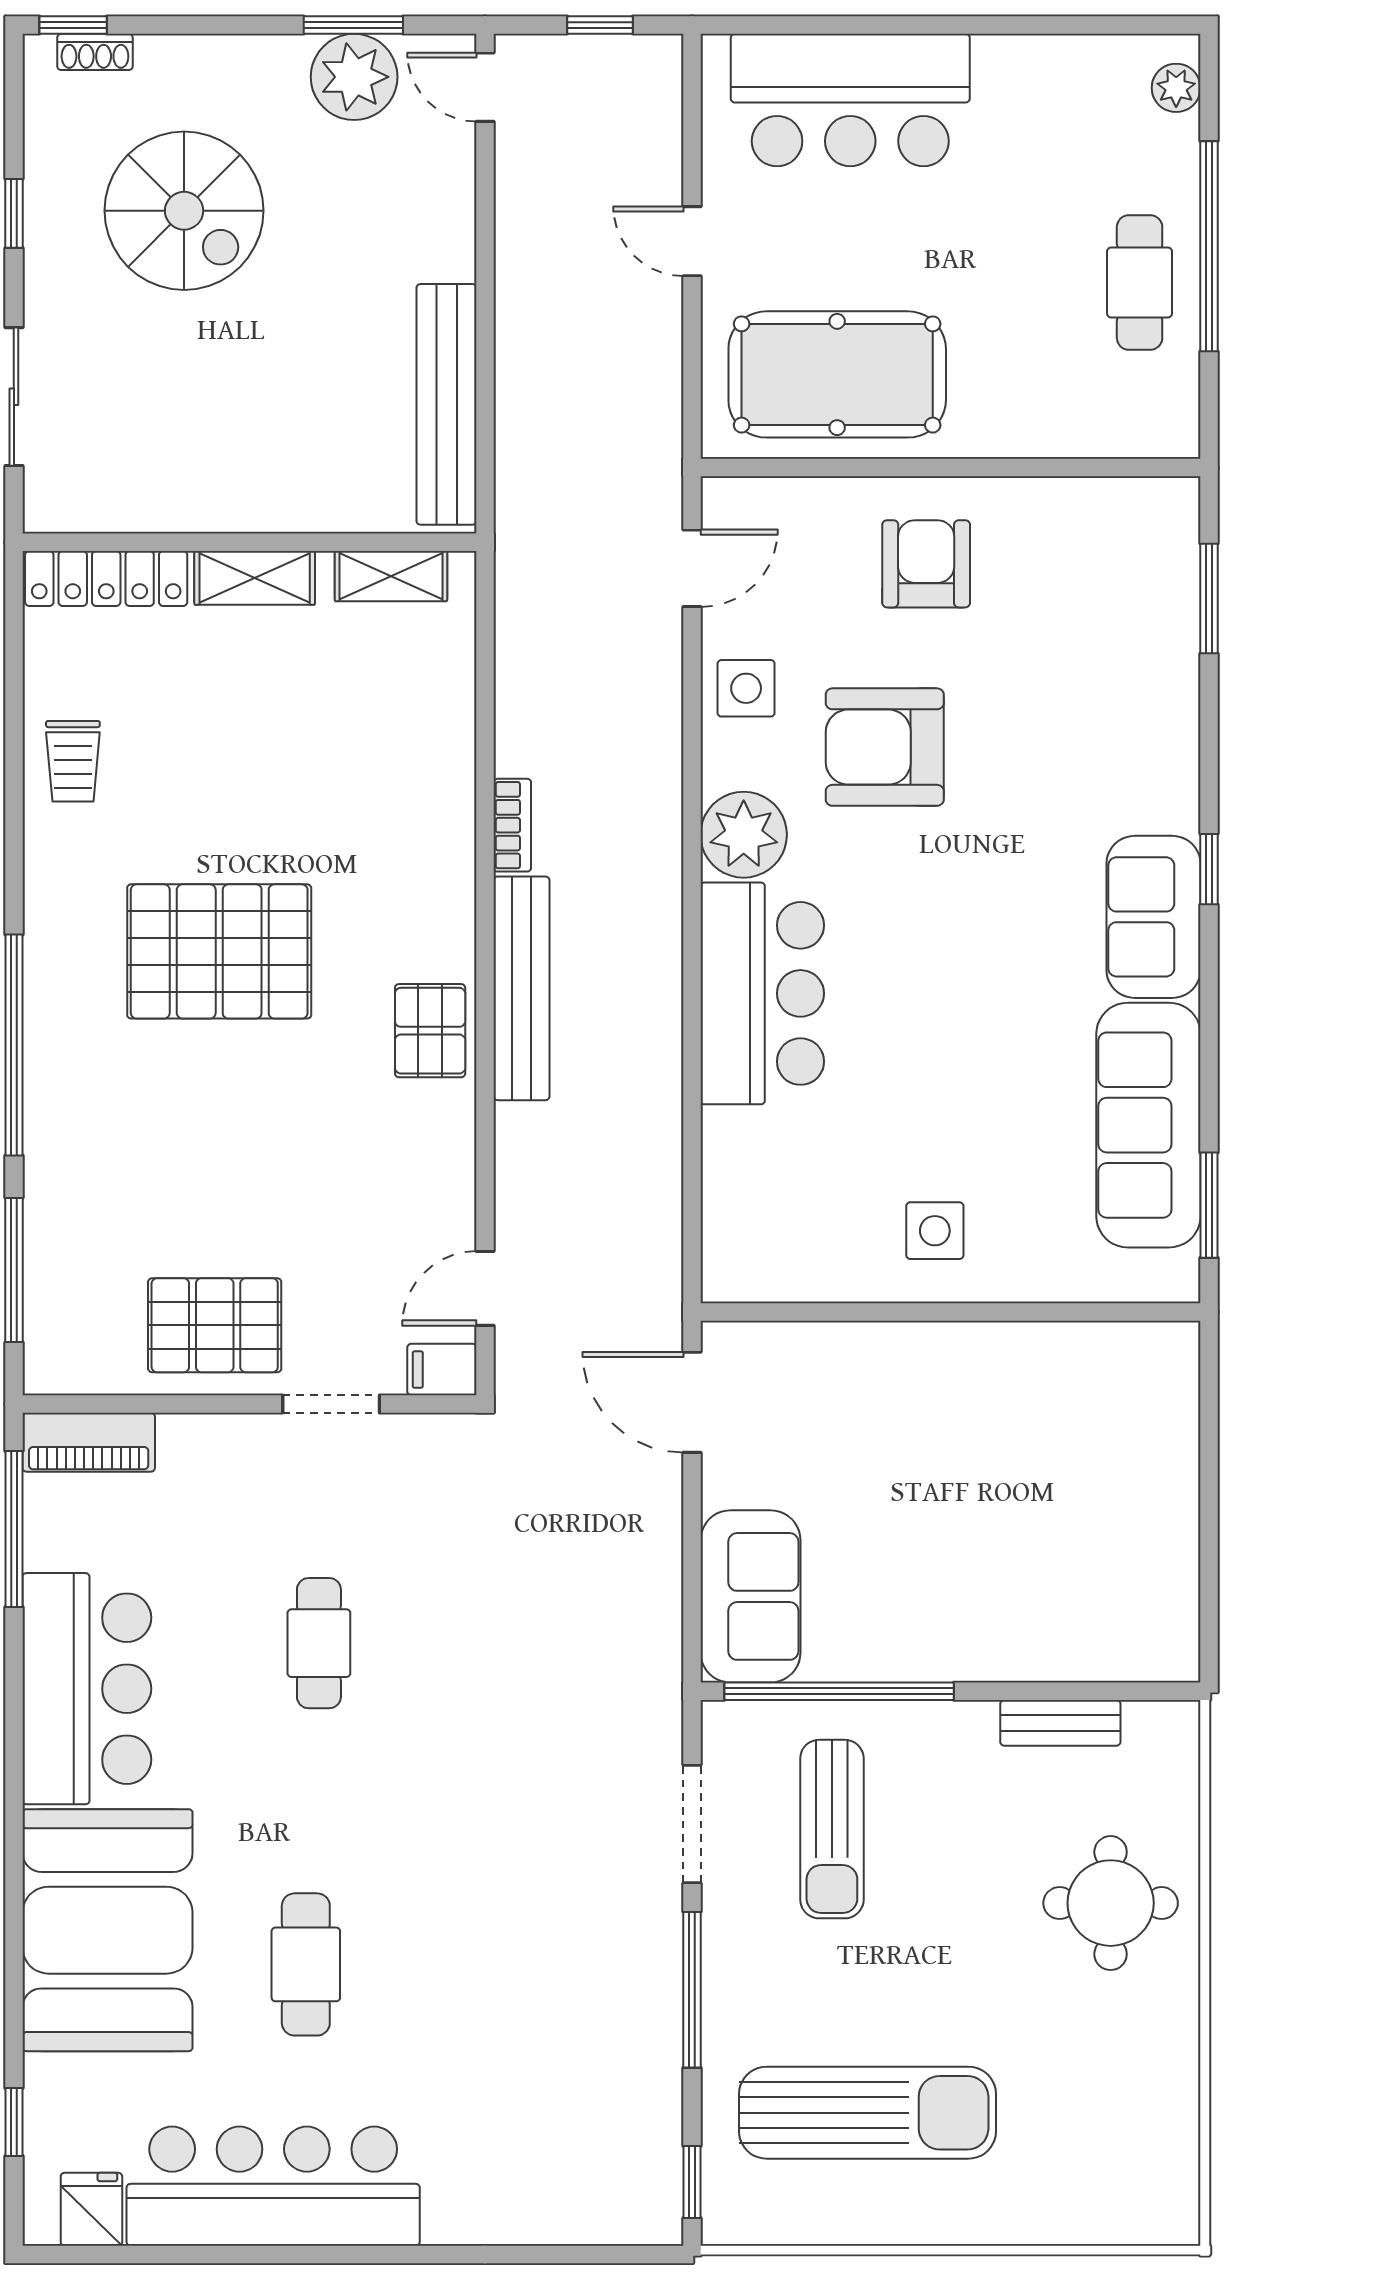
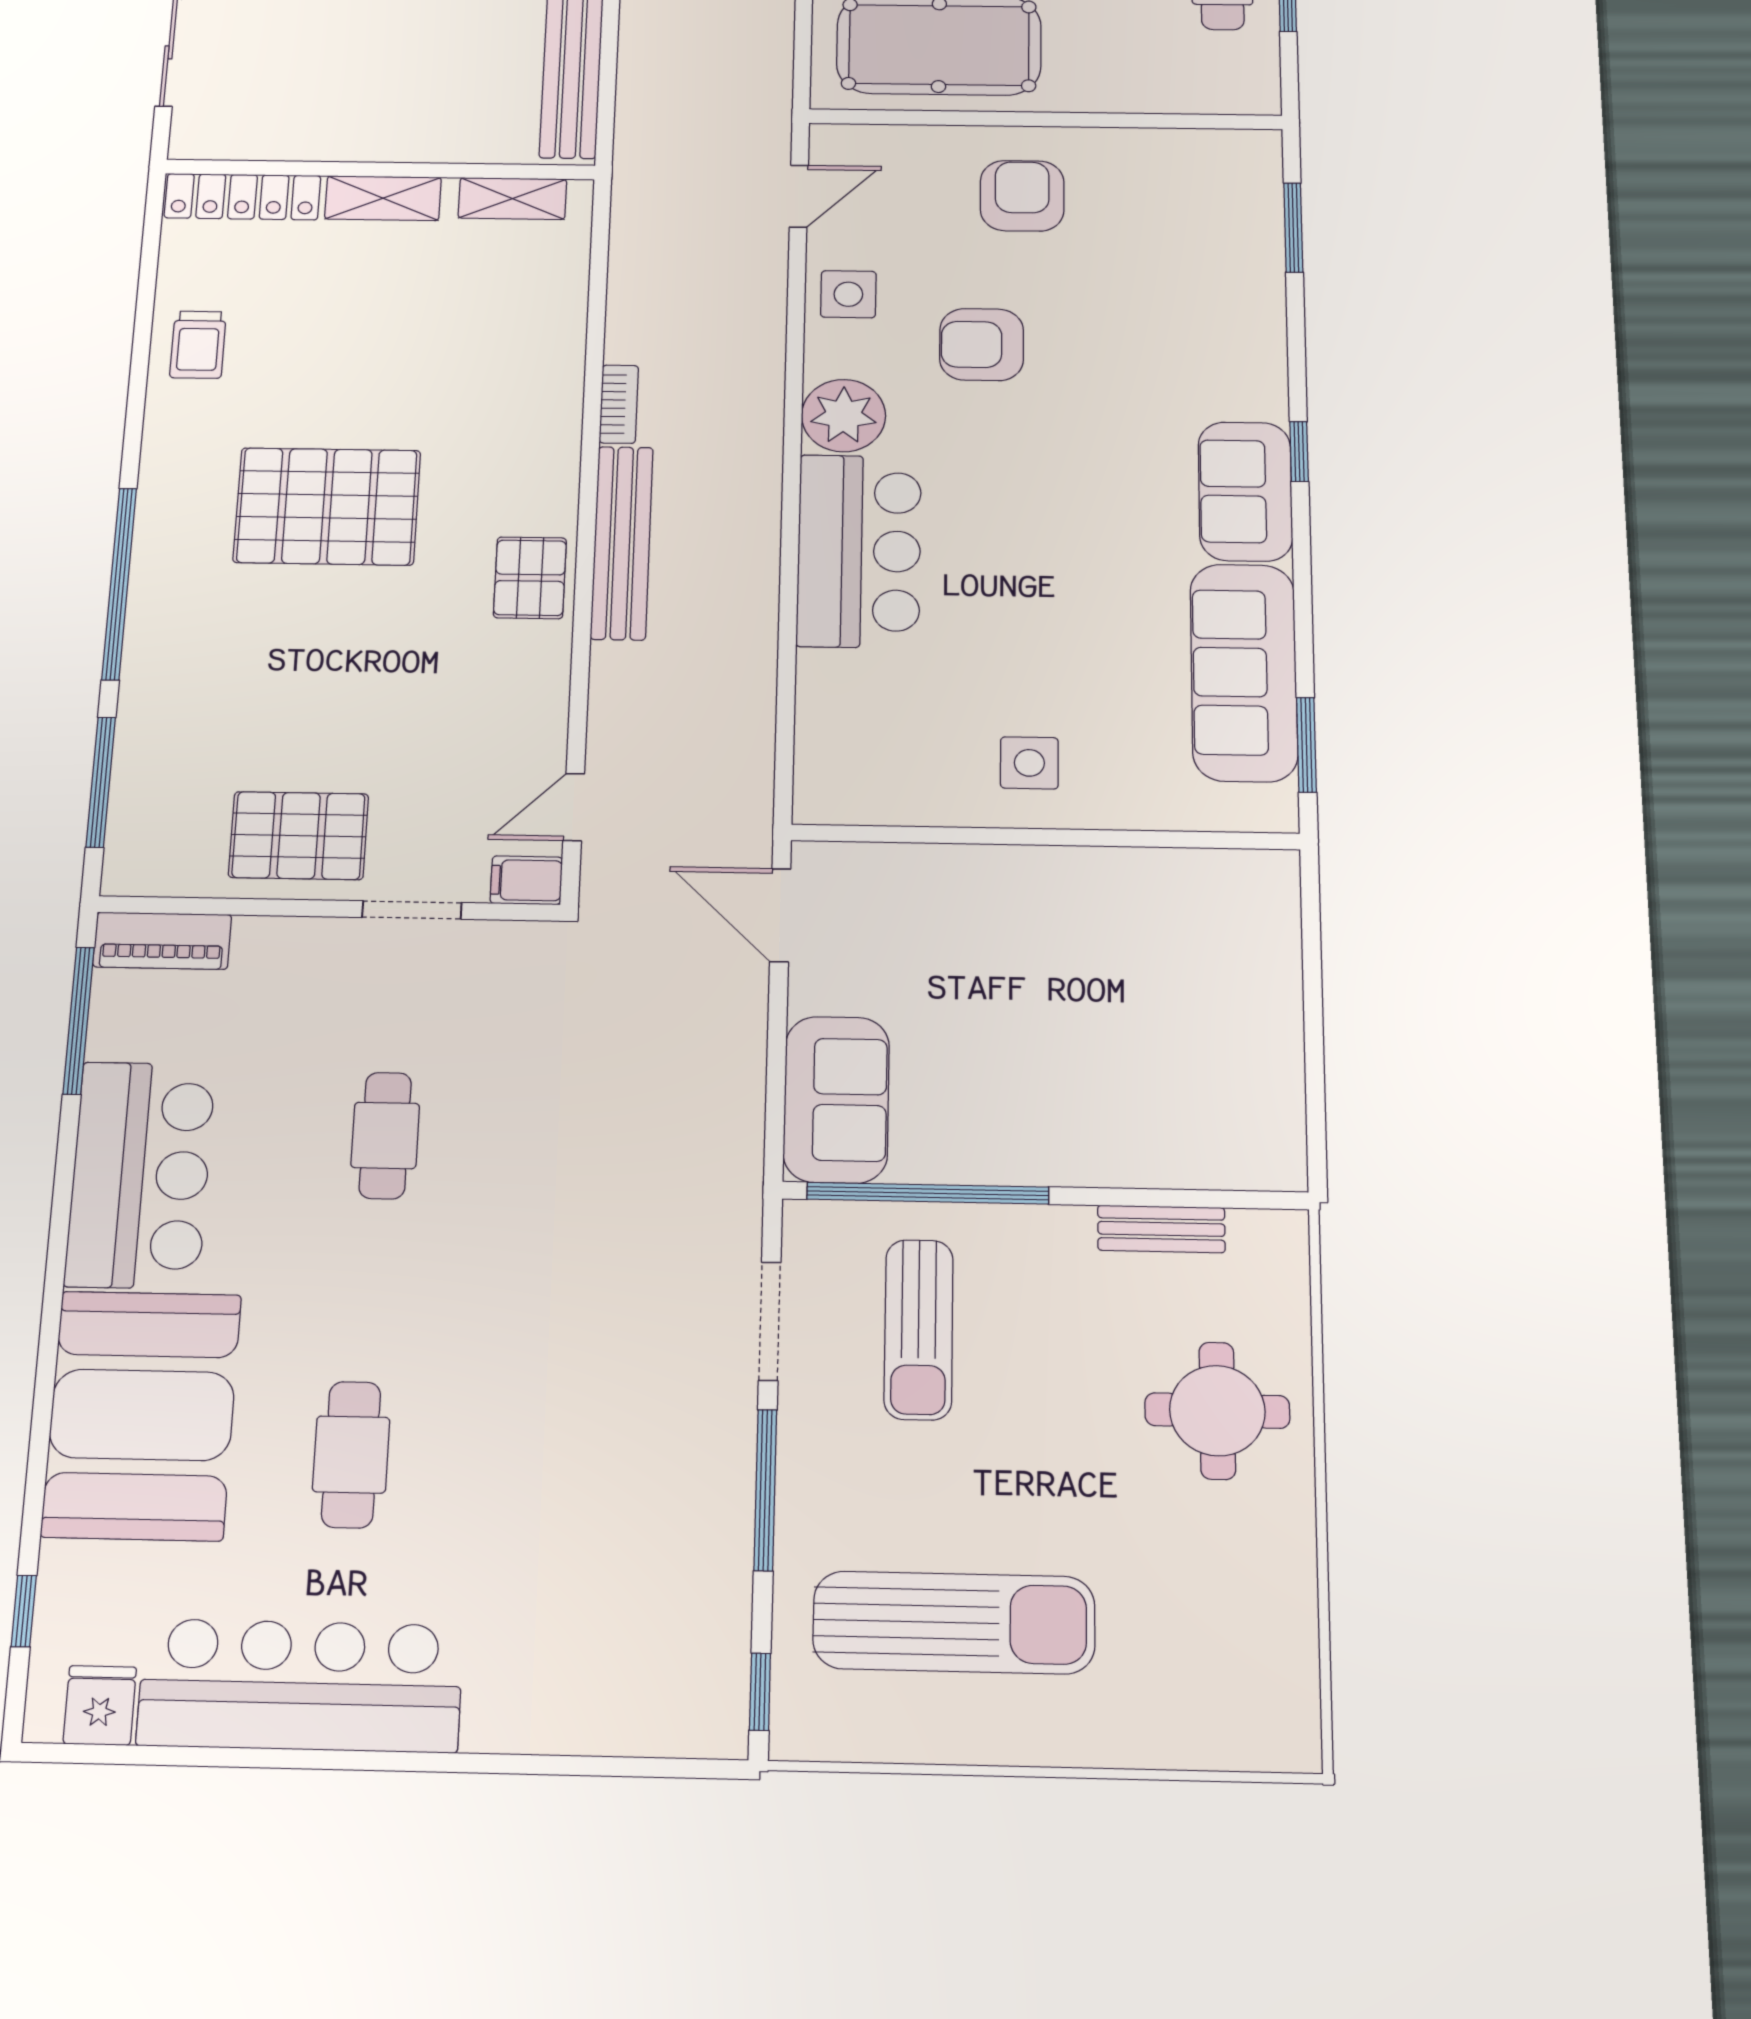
armchair: (885, 747) -> (982, 345), width x0.73, depth x0.73

